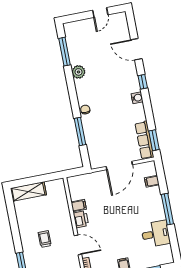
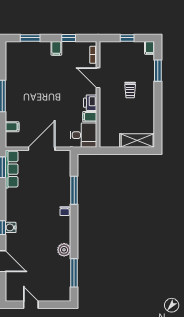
door: (100, 13) -> (31, 305), hinge flipped
water cooler: (137, 98) -> (11, 227), moved
desk: (156, 234) -> (84, 135), moved, turned 180

